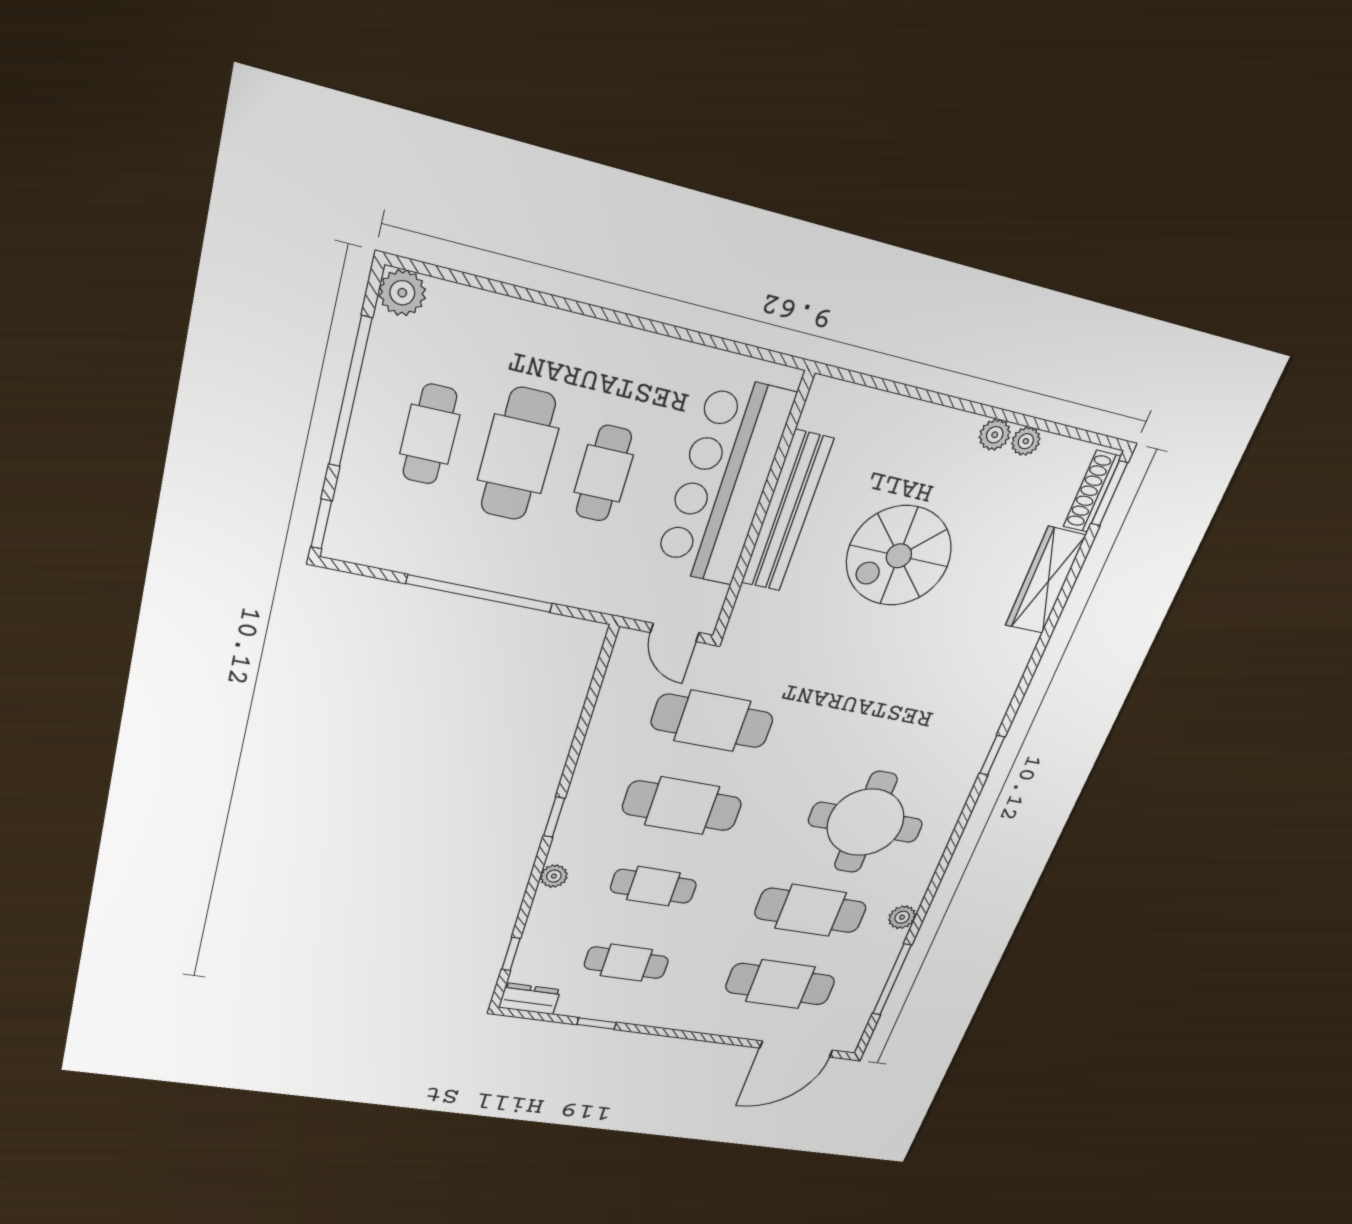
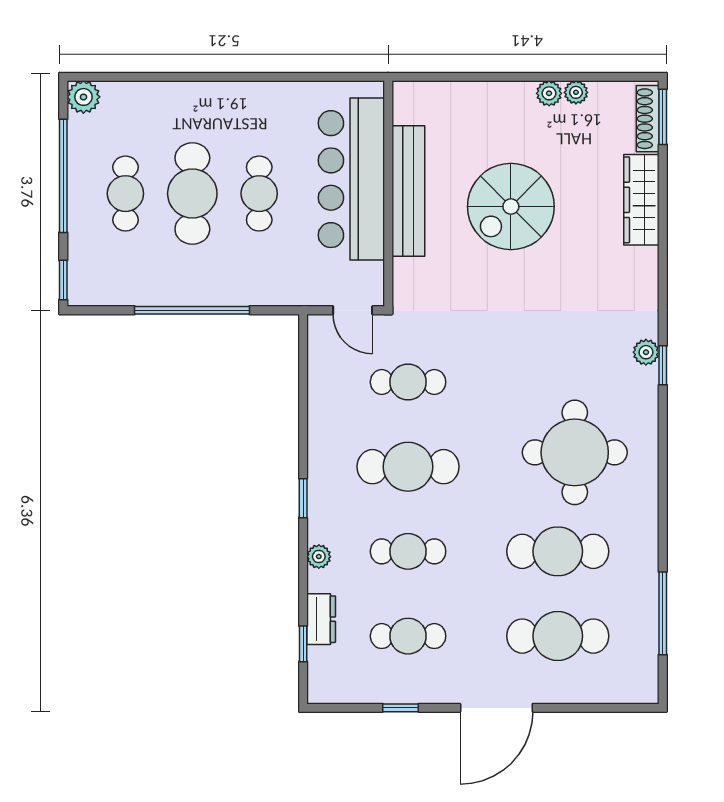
cafe table: (712, 721) -> (408, 382), width x0.73, depth x0.74
plant: (902, 917) -> (646, 352), moved
dresser: (530, 999) -> (321, 619), moved, turned 90
door: (796, 1049) -> (496, 708), moved

